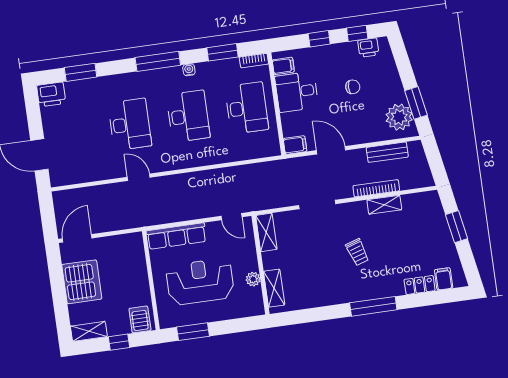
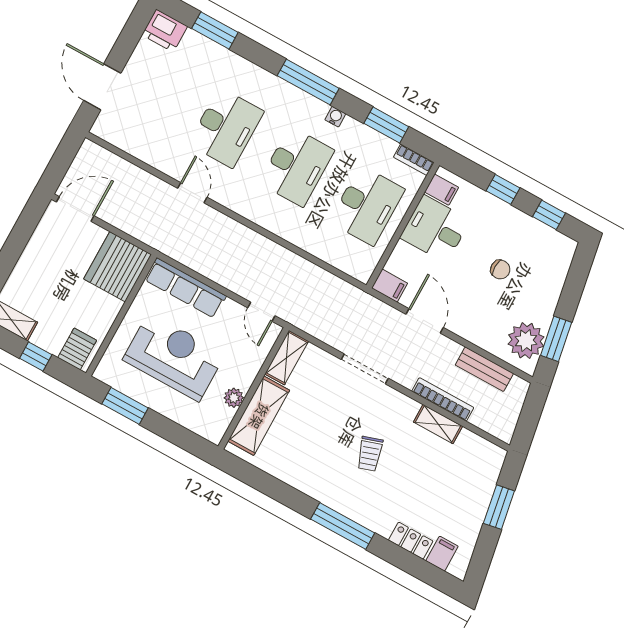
printer: (368, 48) -> (549, 239), removed
server rack: (82, 282) -> (118, 267), moved, turned 180
shelving: (274, 288) -> (259, 416), width x1.50, depth x1.33

